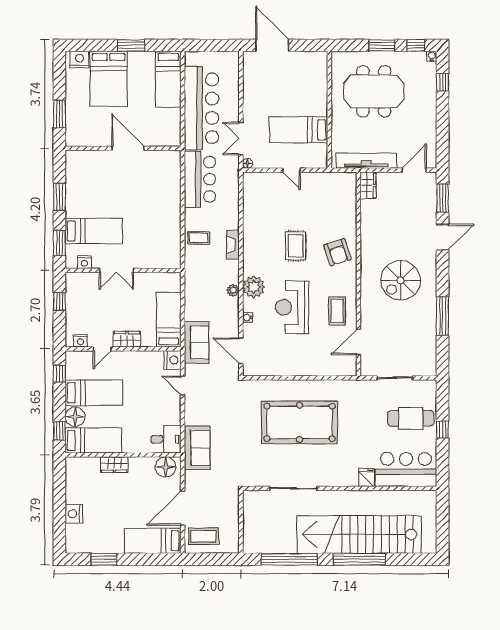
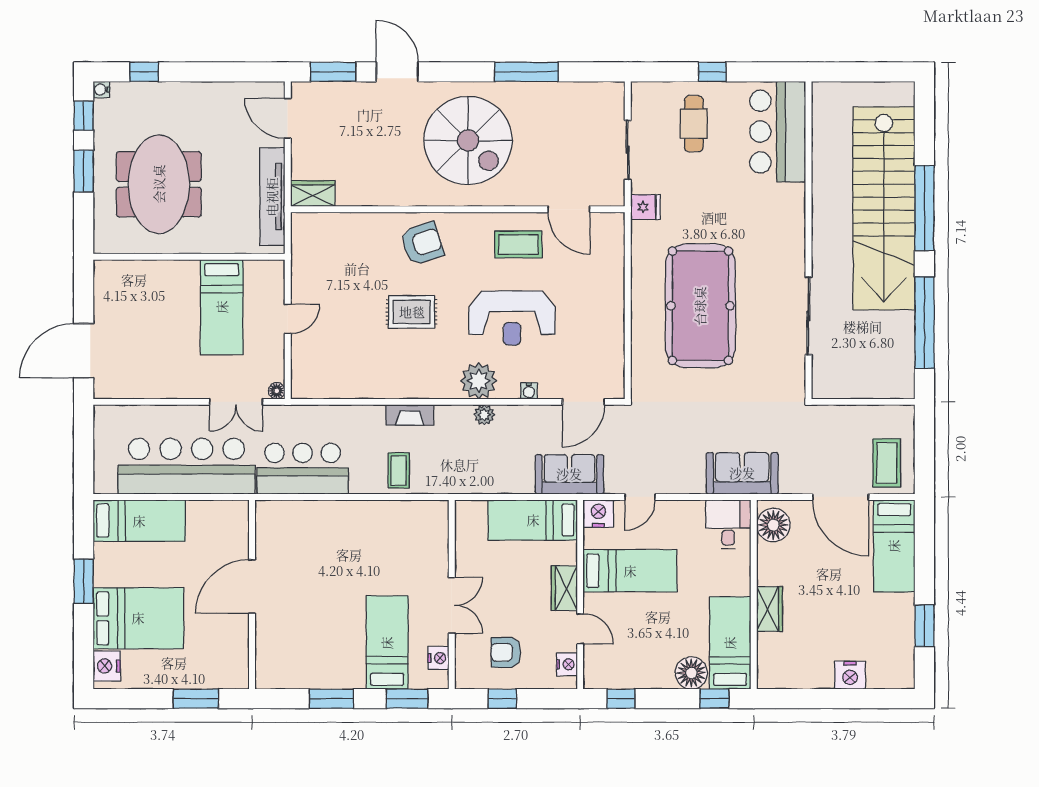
spiral stairs: (401, 280) -> (468, 140), width x1.37, depth x1.37
armchair: (88, 303) -> (506, 652), added
bed: (94, 393) -> (630, 571), moved, turned 90
cafe table: (411, 418) -> (694, 124), width x0.73, depth x0.74
fridge: (367, 478) -> (645, 207), moved, turned 180

